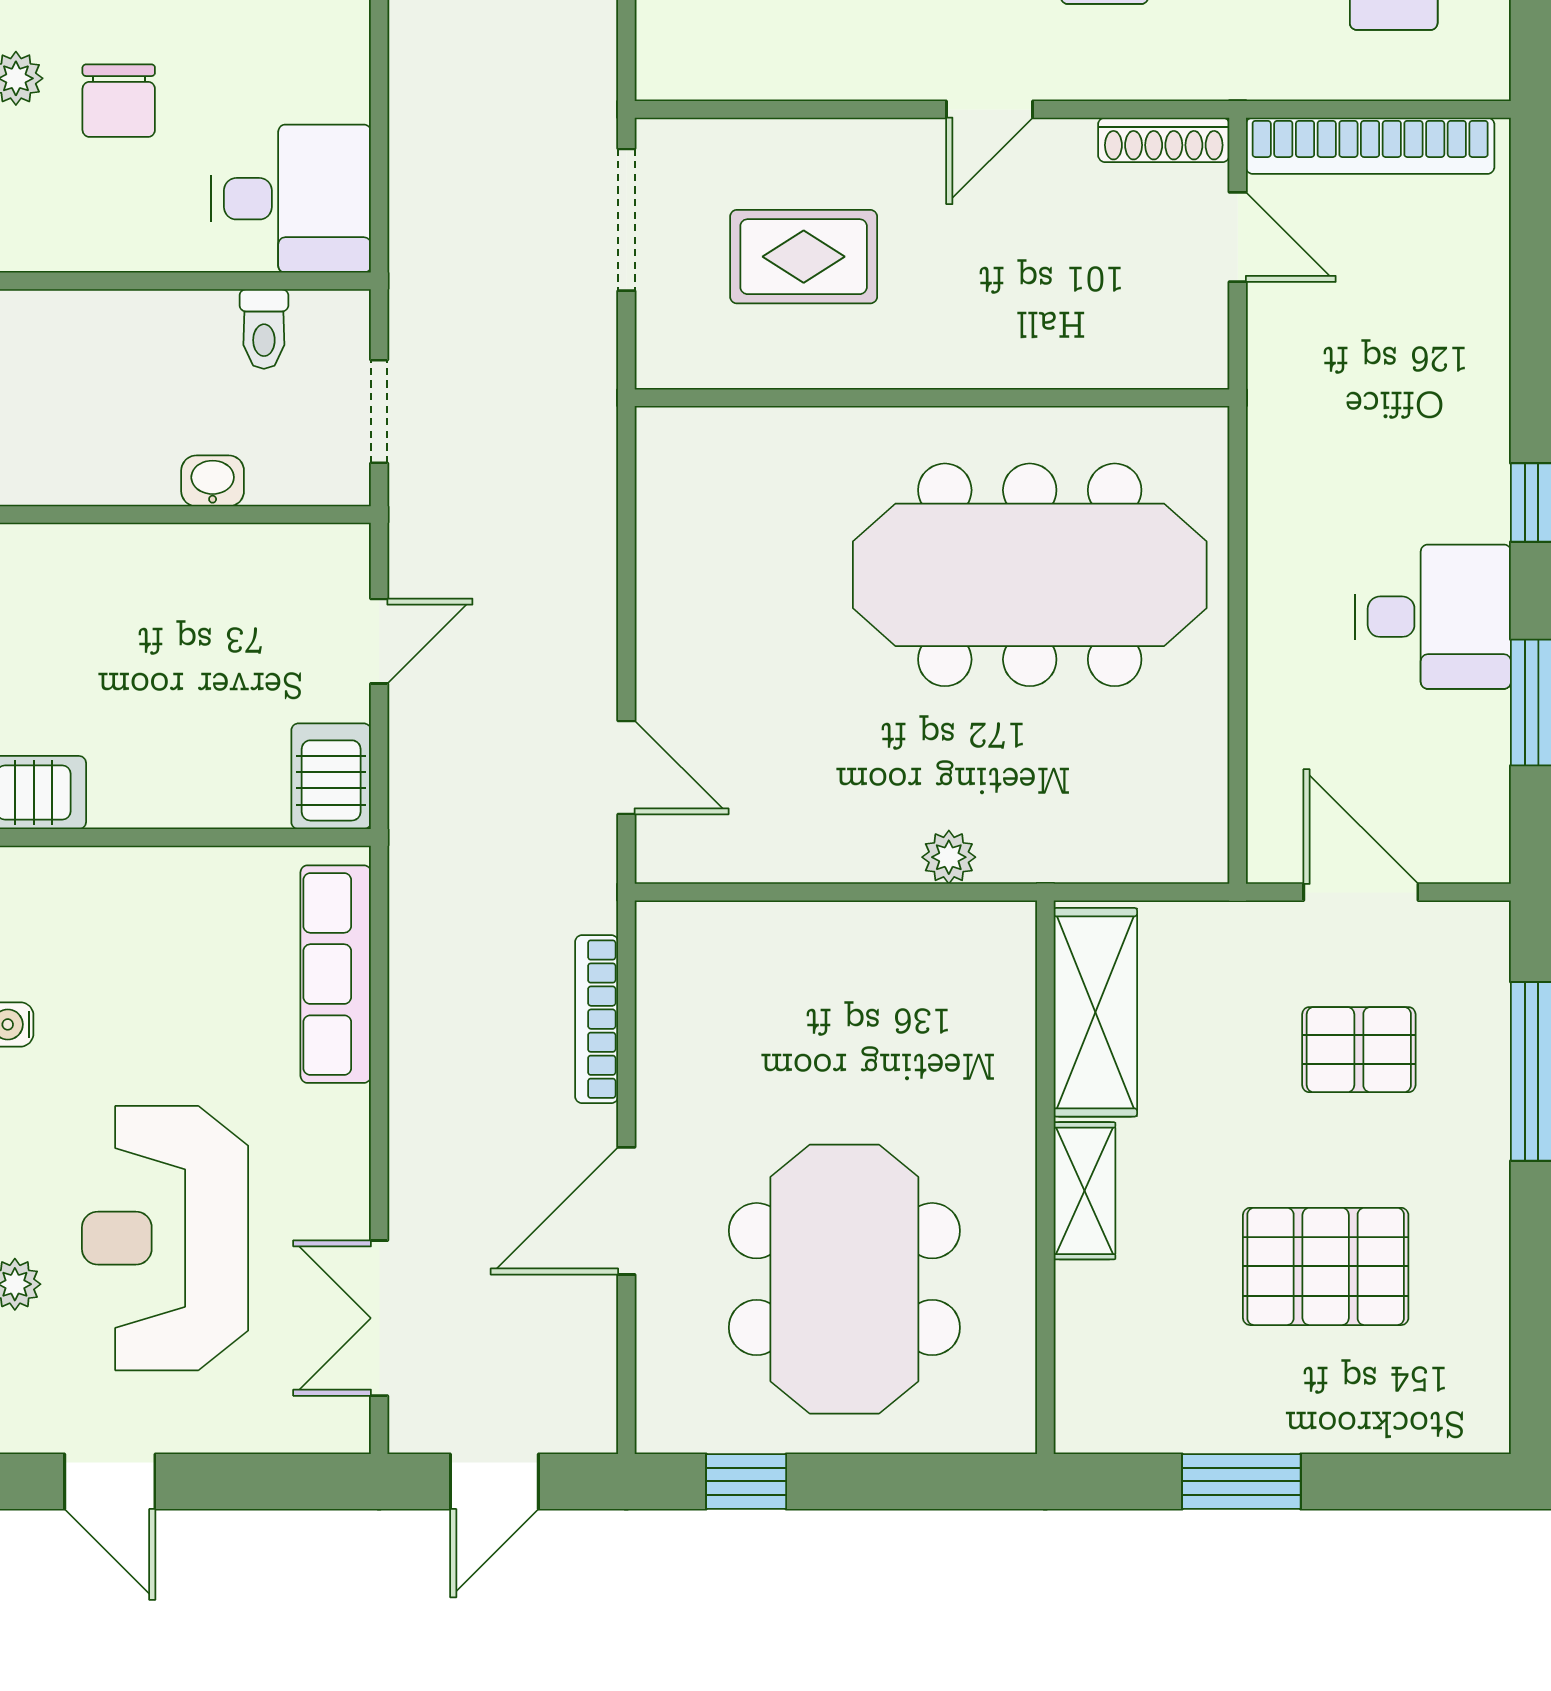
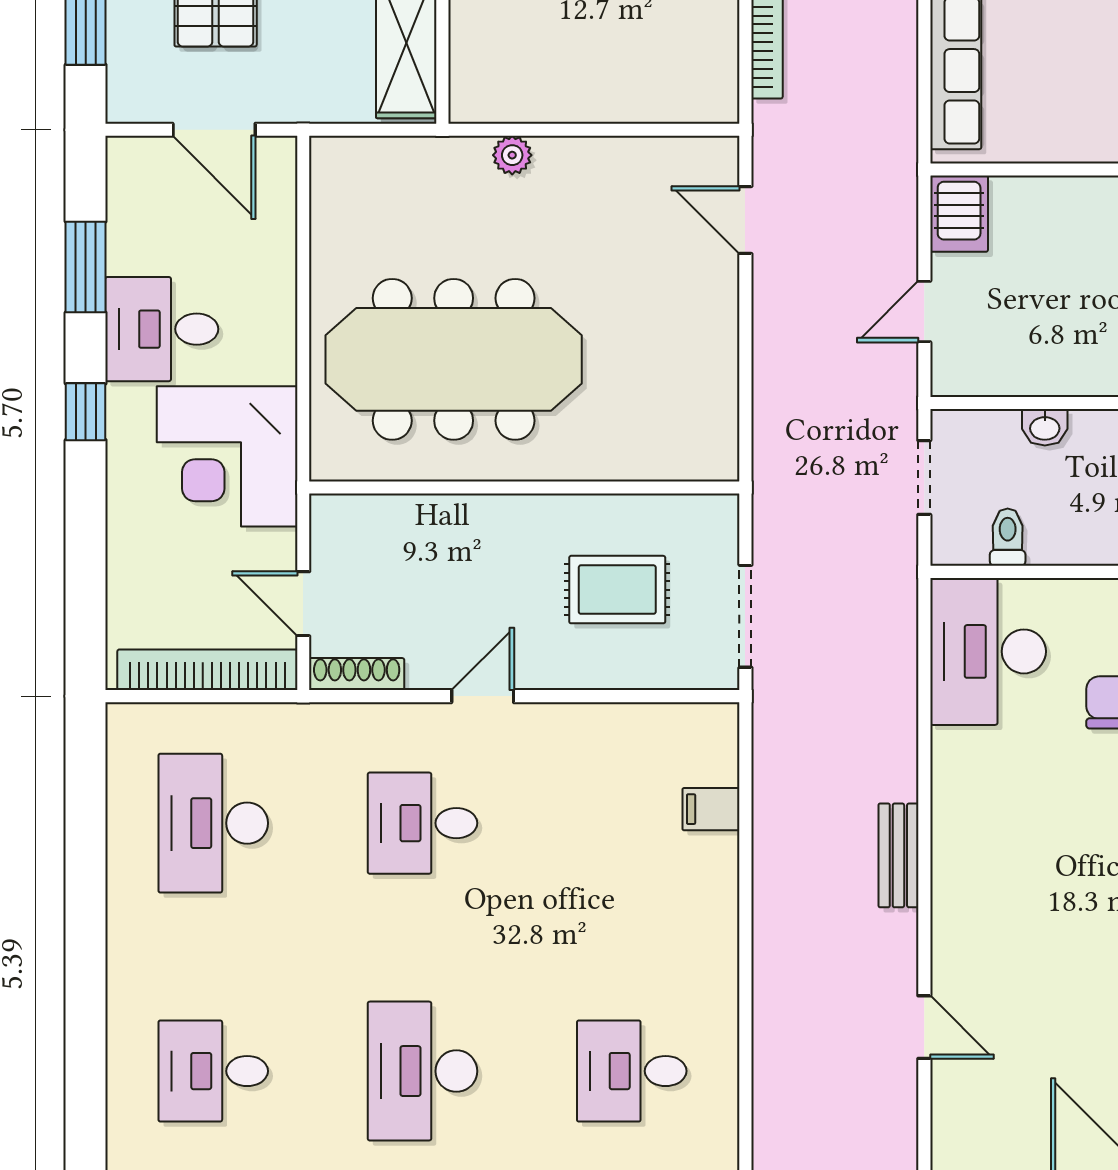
desk: (291, 199) -> (988, 651), width x1.37
corner desk: (1343, 441) -> (227, 456), added

